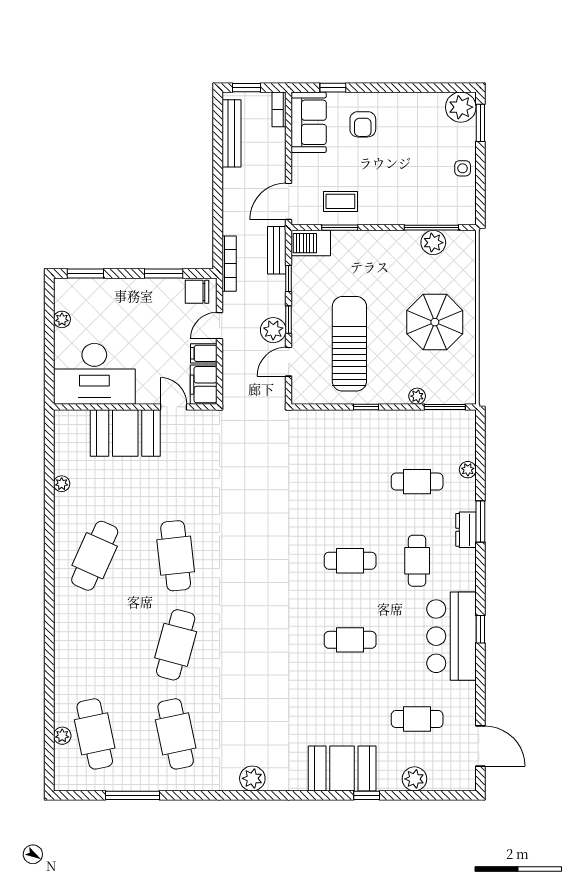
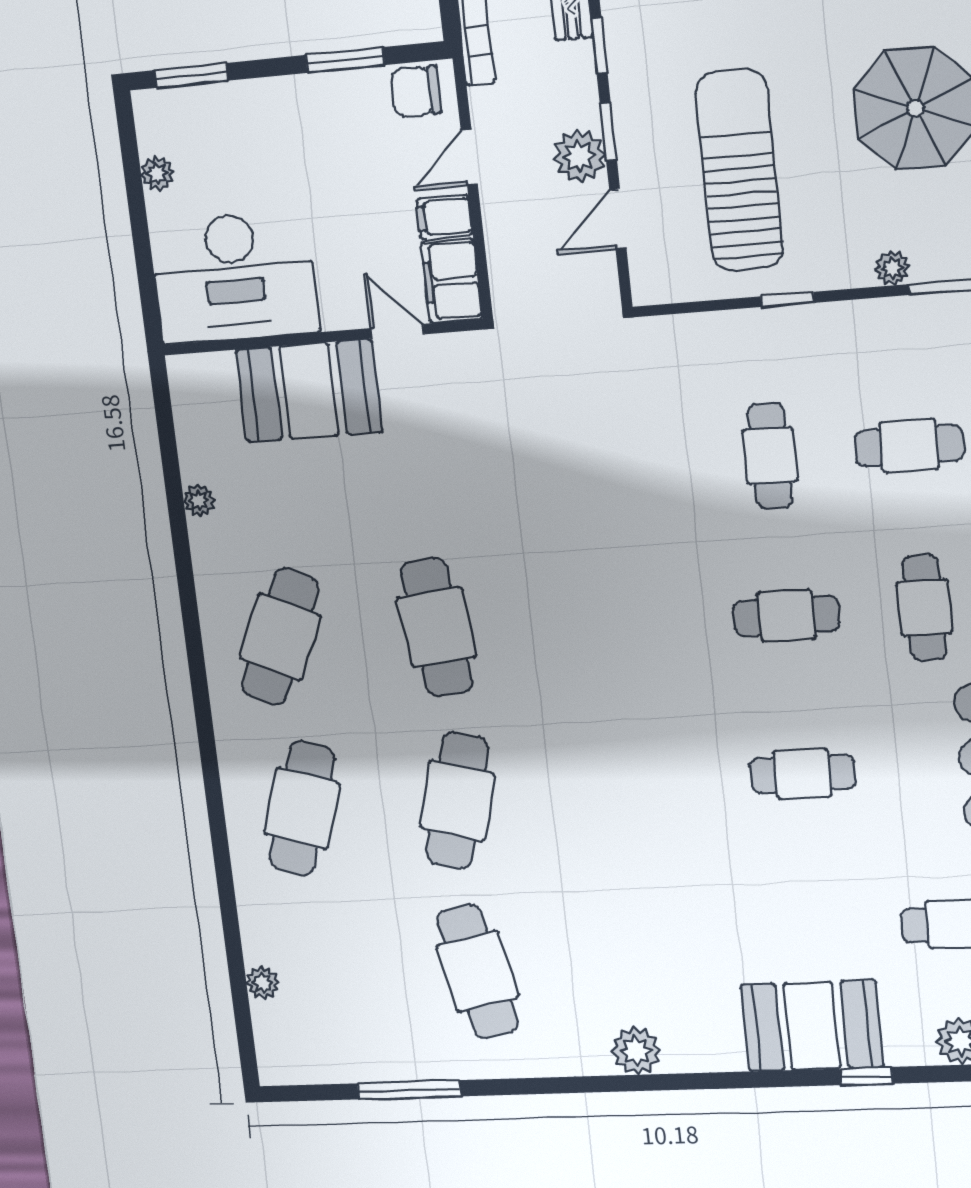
cafe table: (350, 482) -> (770, 456), added
cafe table: (95, 734) -> (302, 808), moved, turned 30

